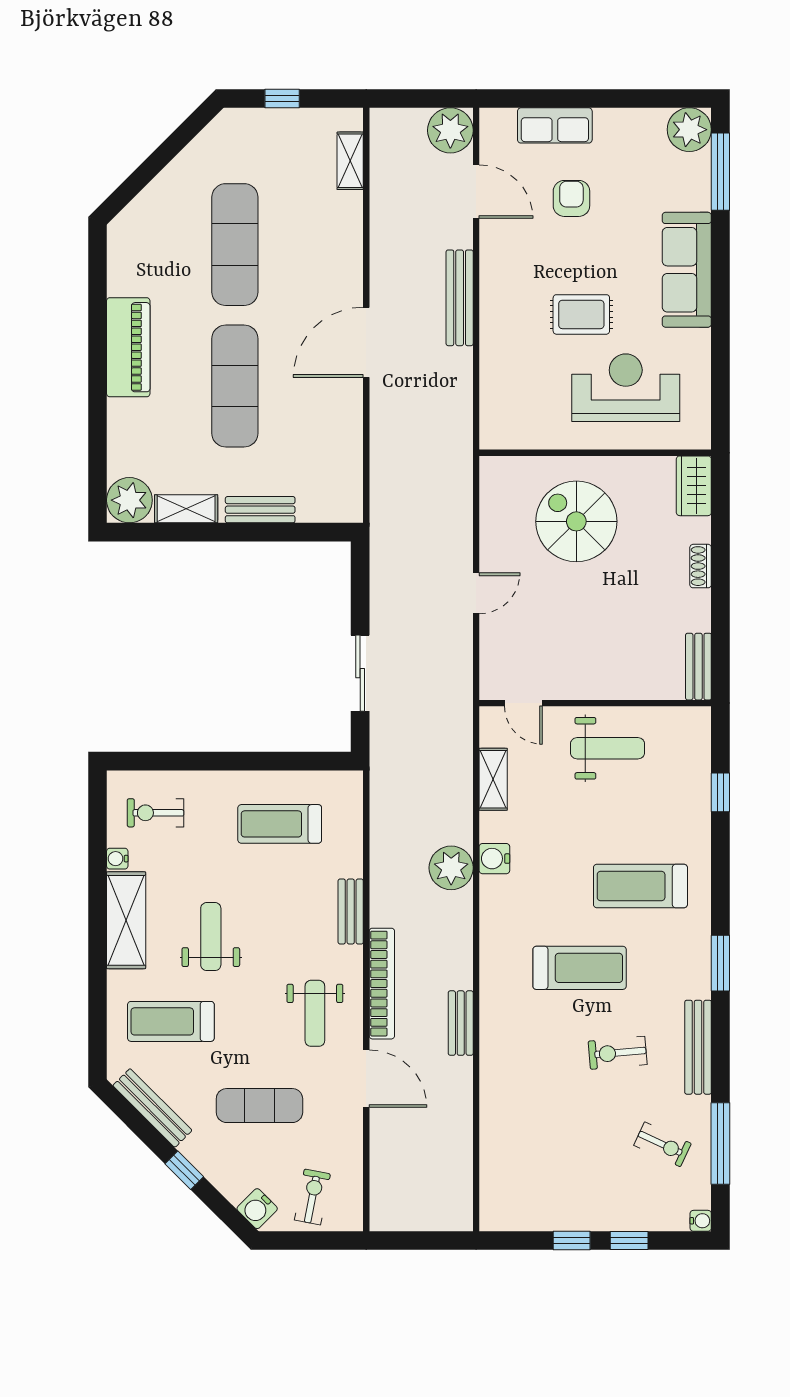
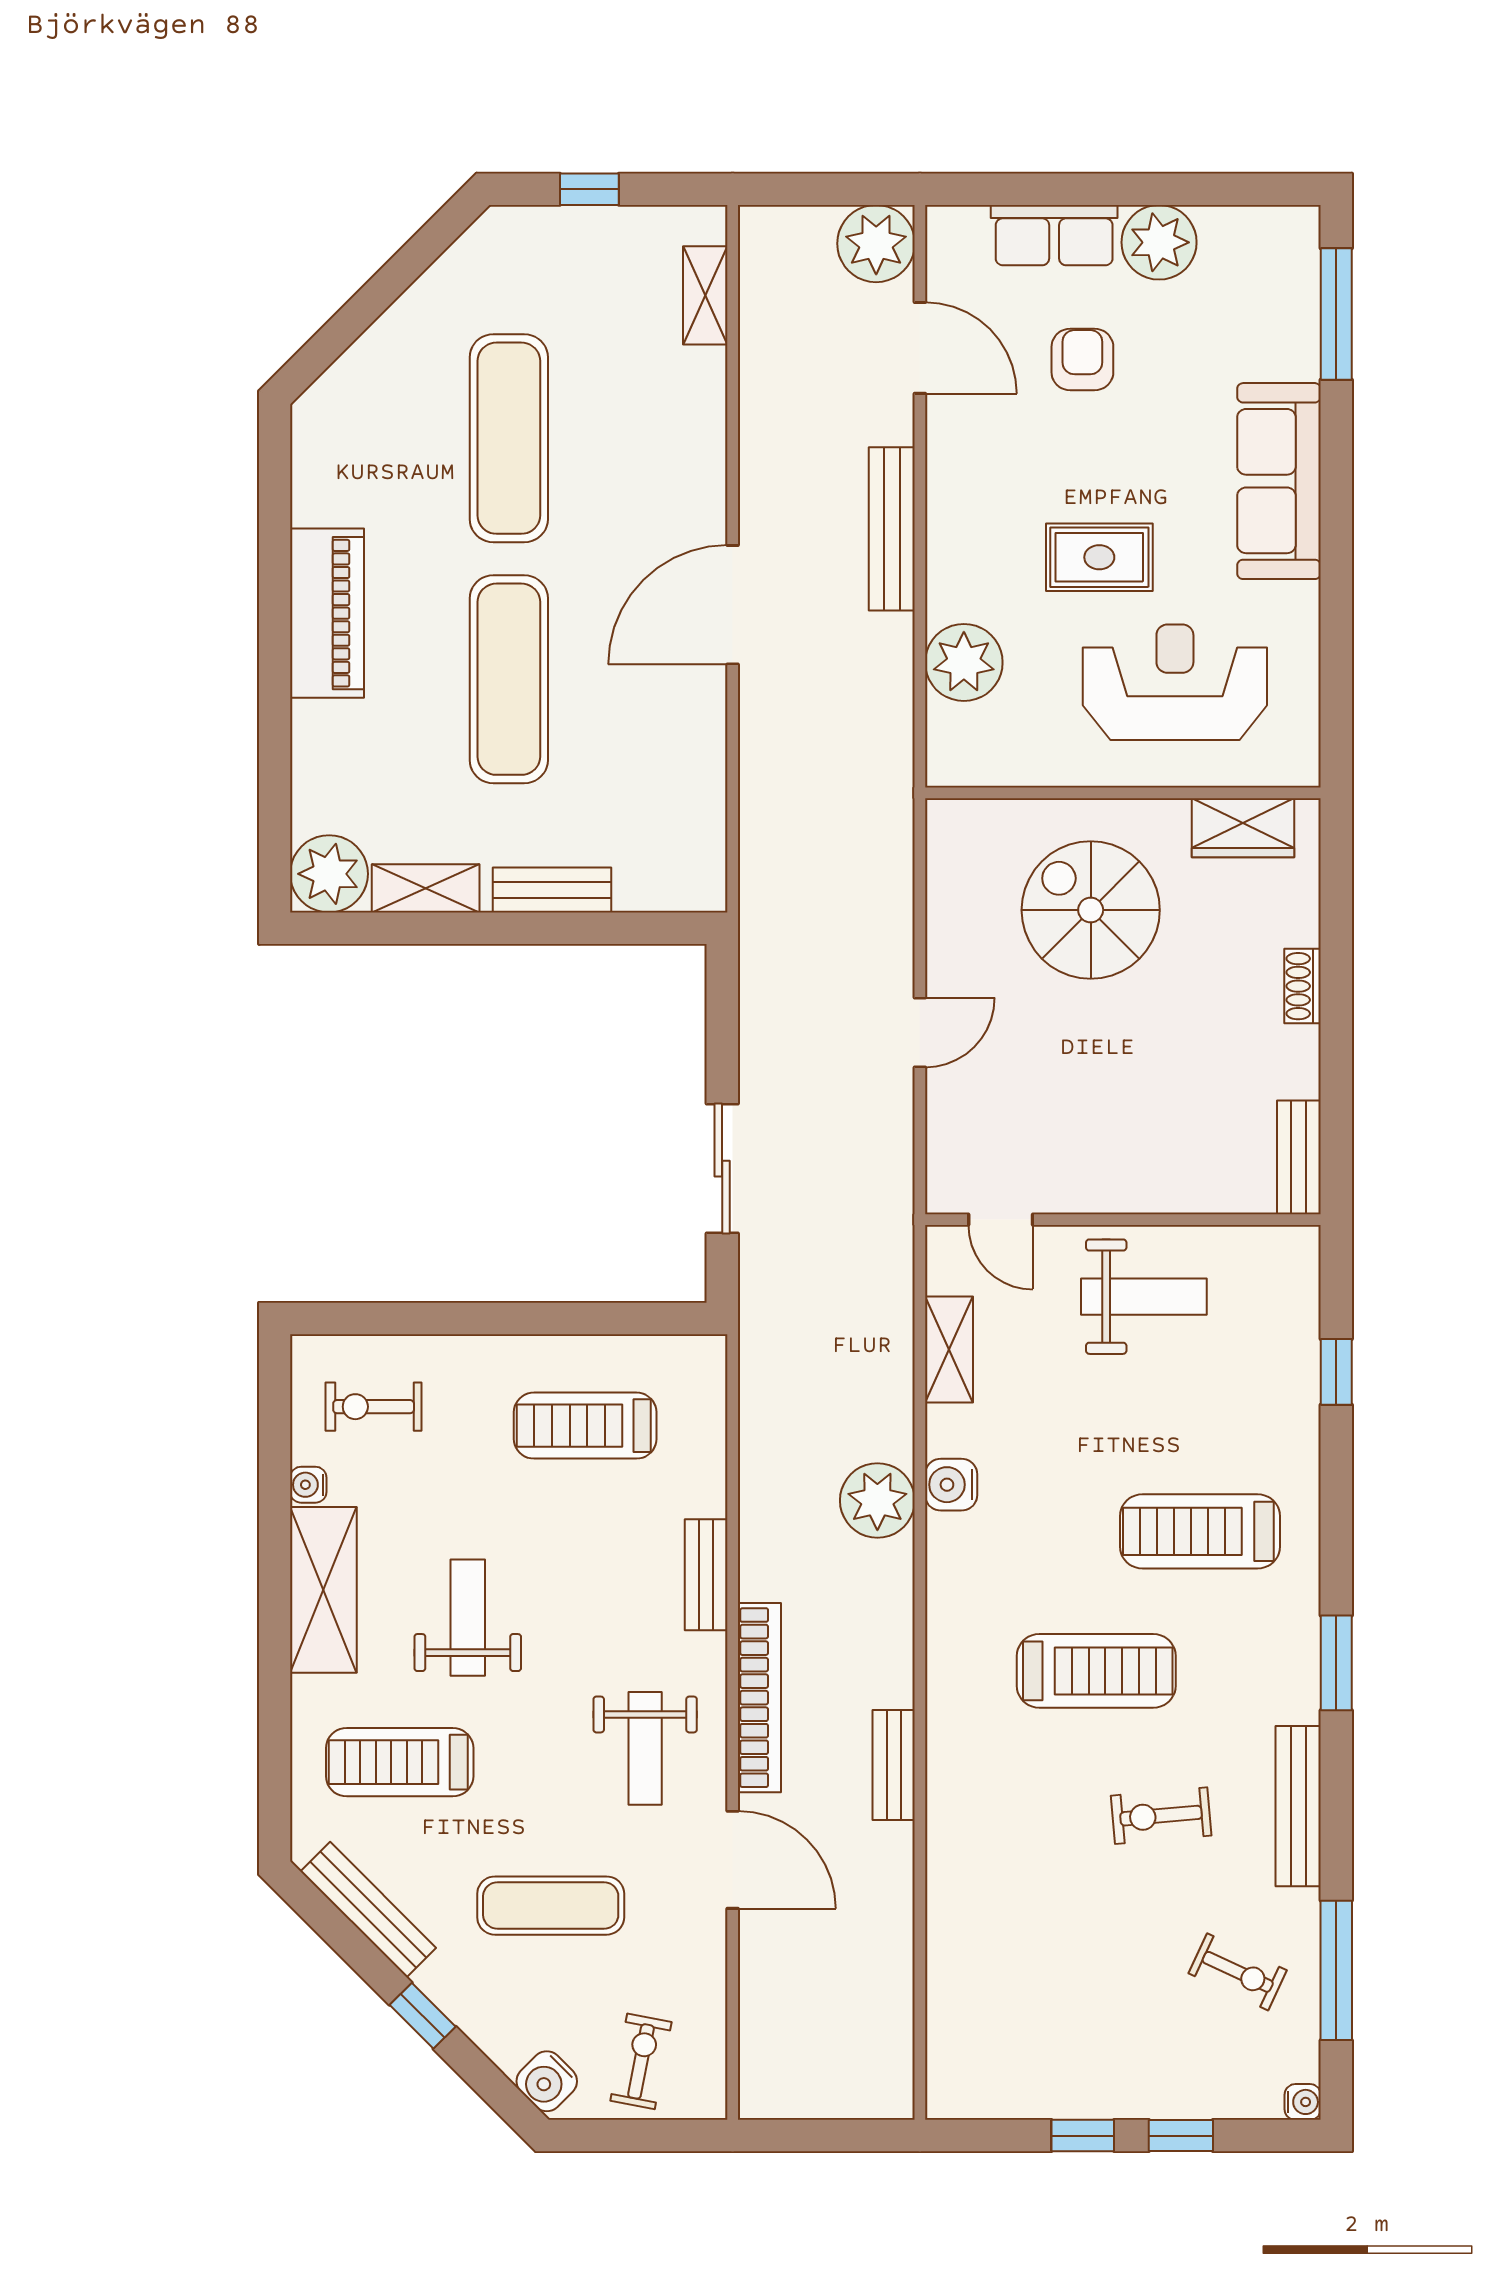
plant: (689, 130) -> (1159, 242), moved
plant: (502, 376) -> (964, 662), added
wardrobe: (694, 486) -> (1243, 828), moved, turned -90

